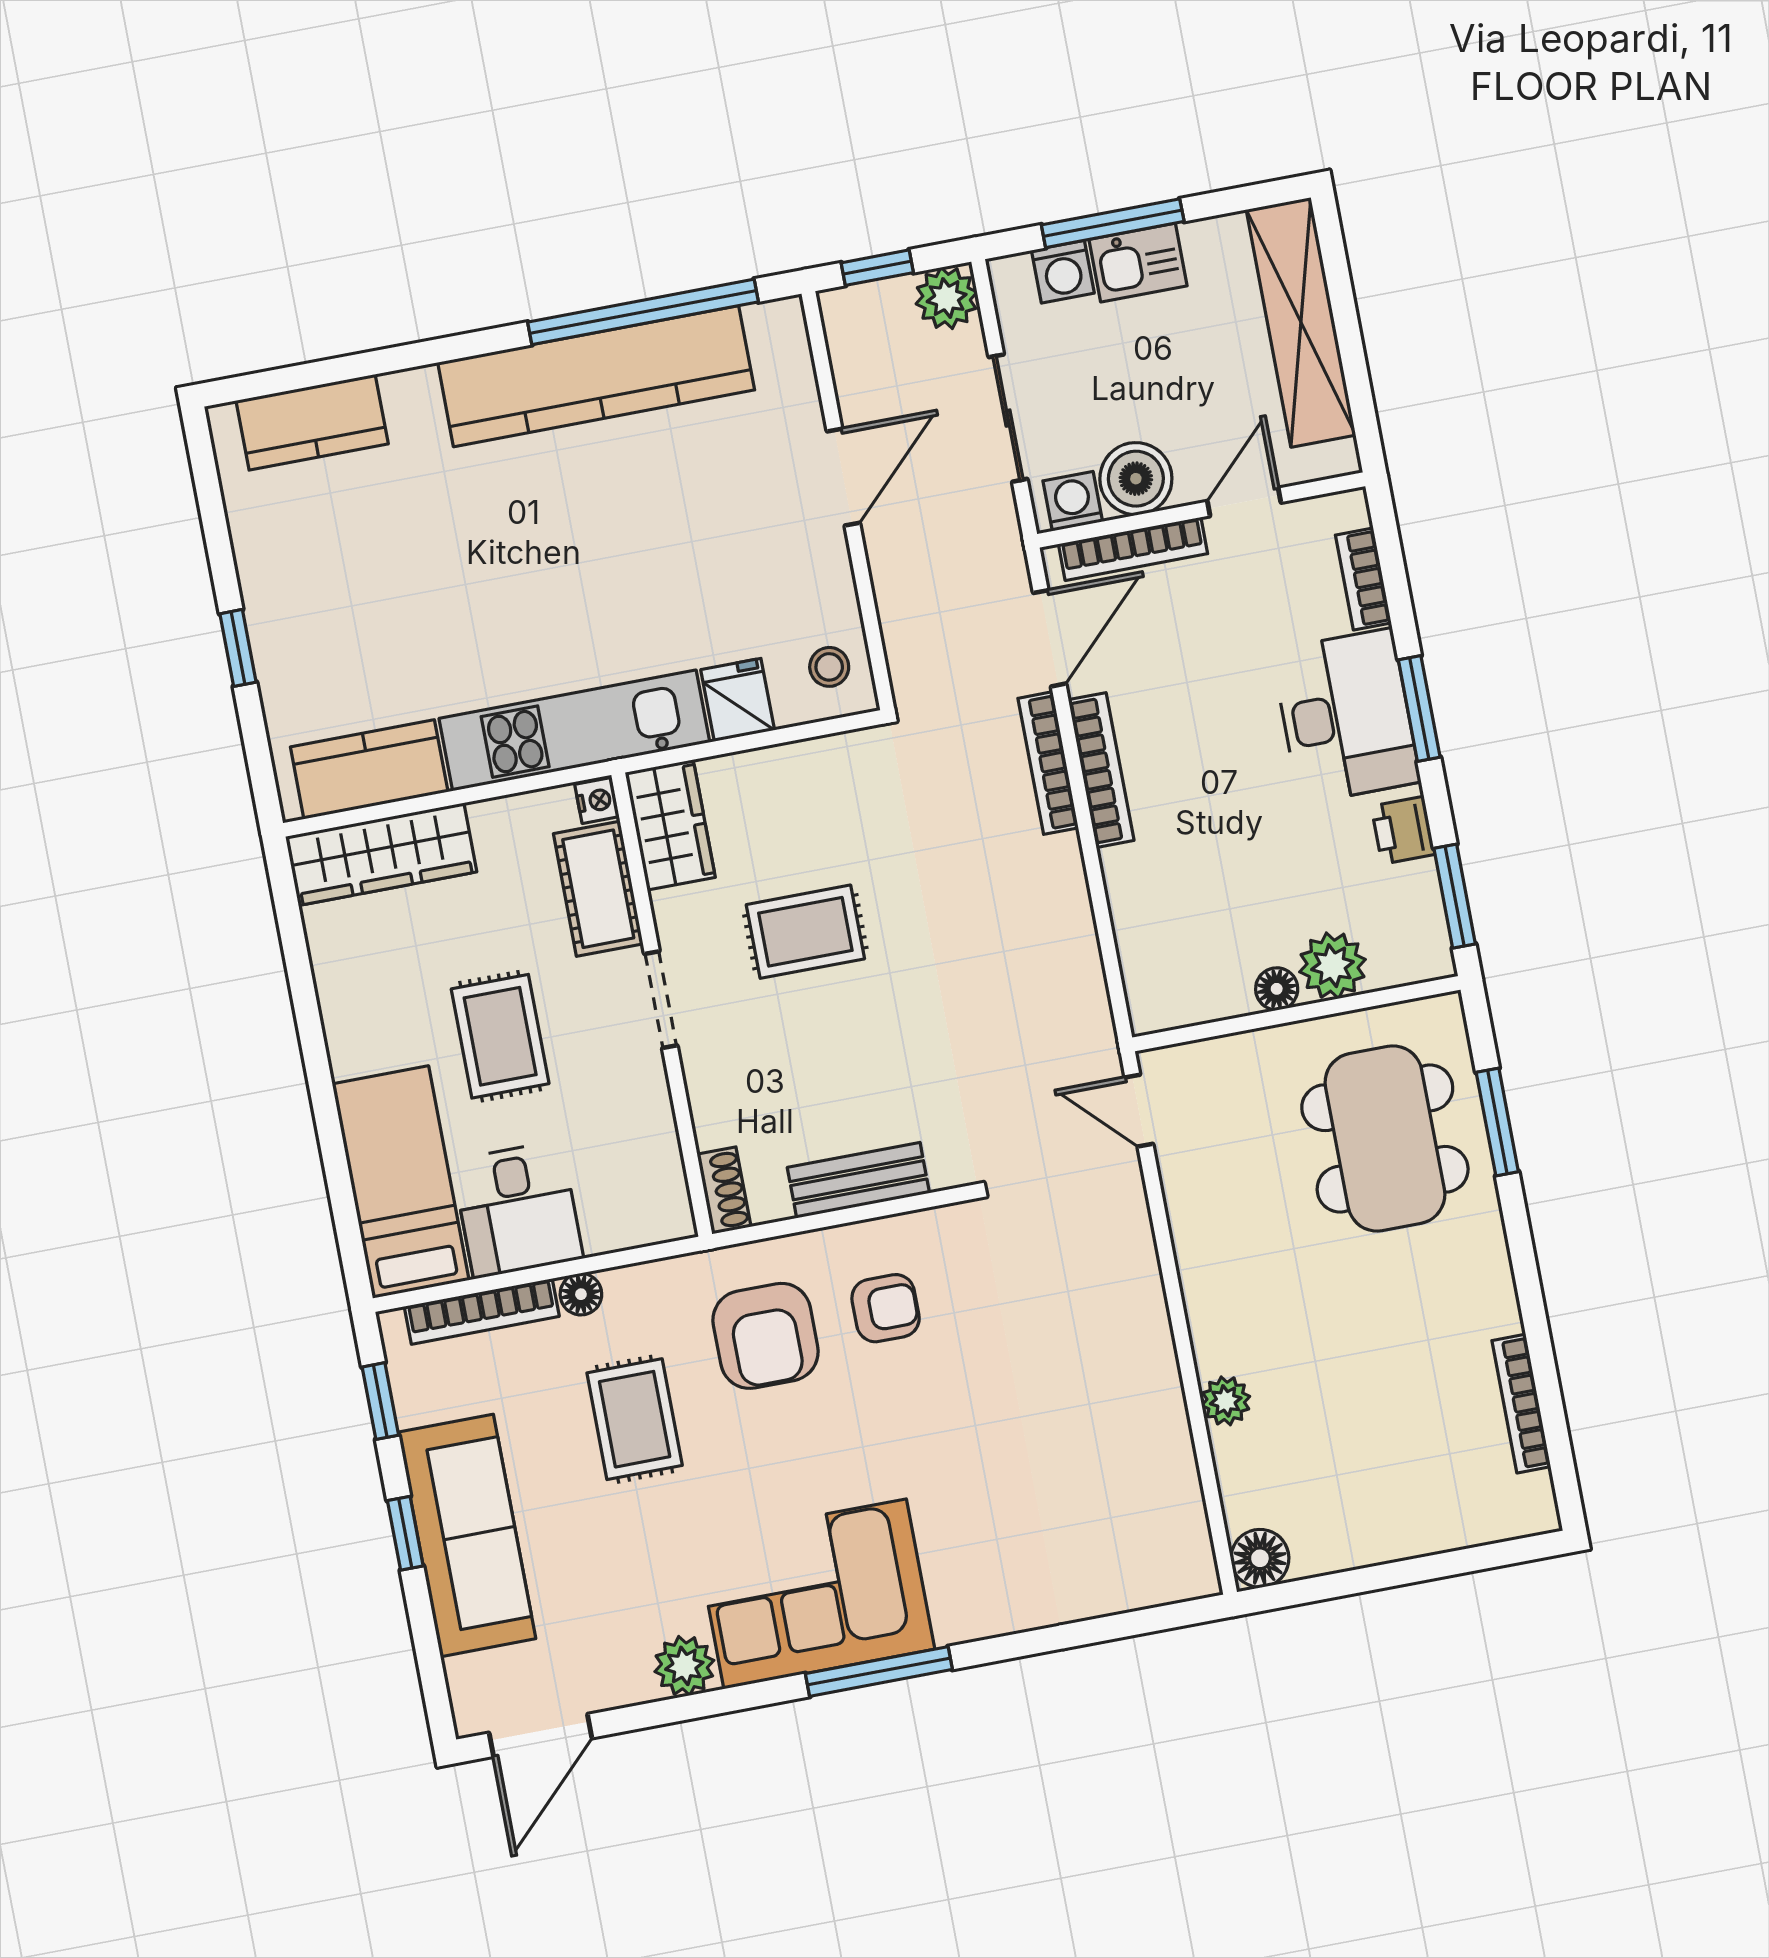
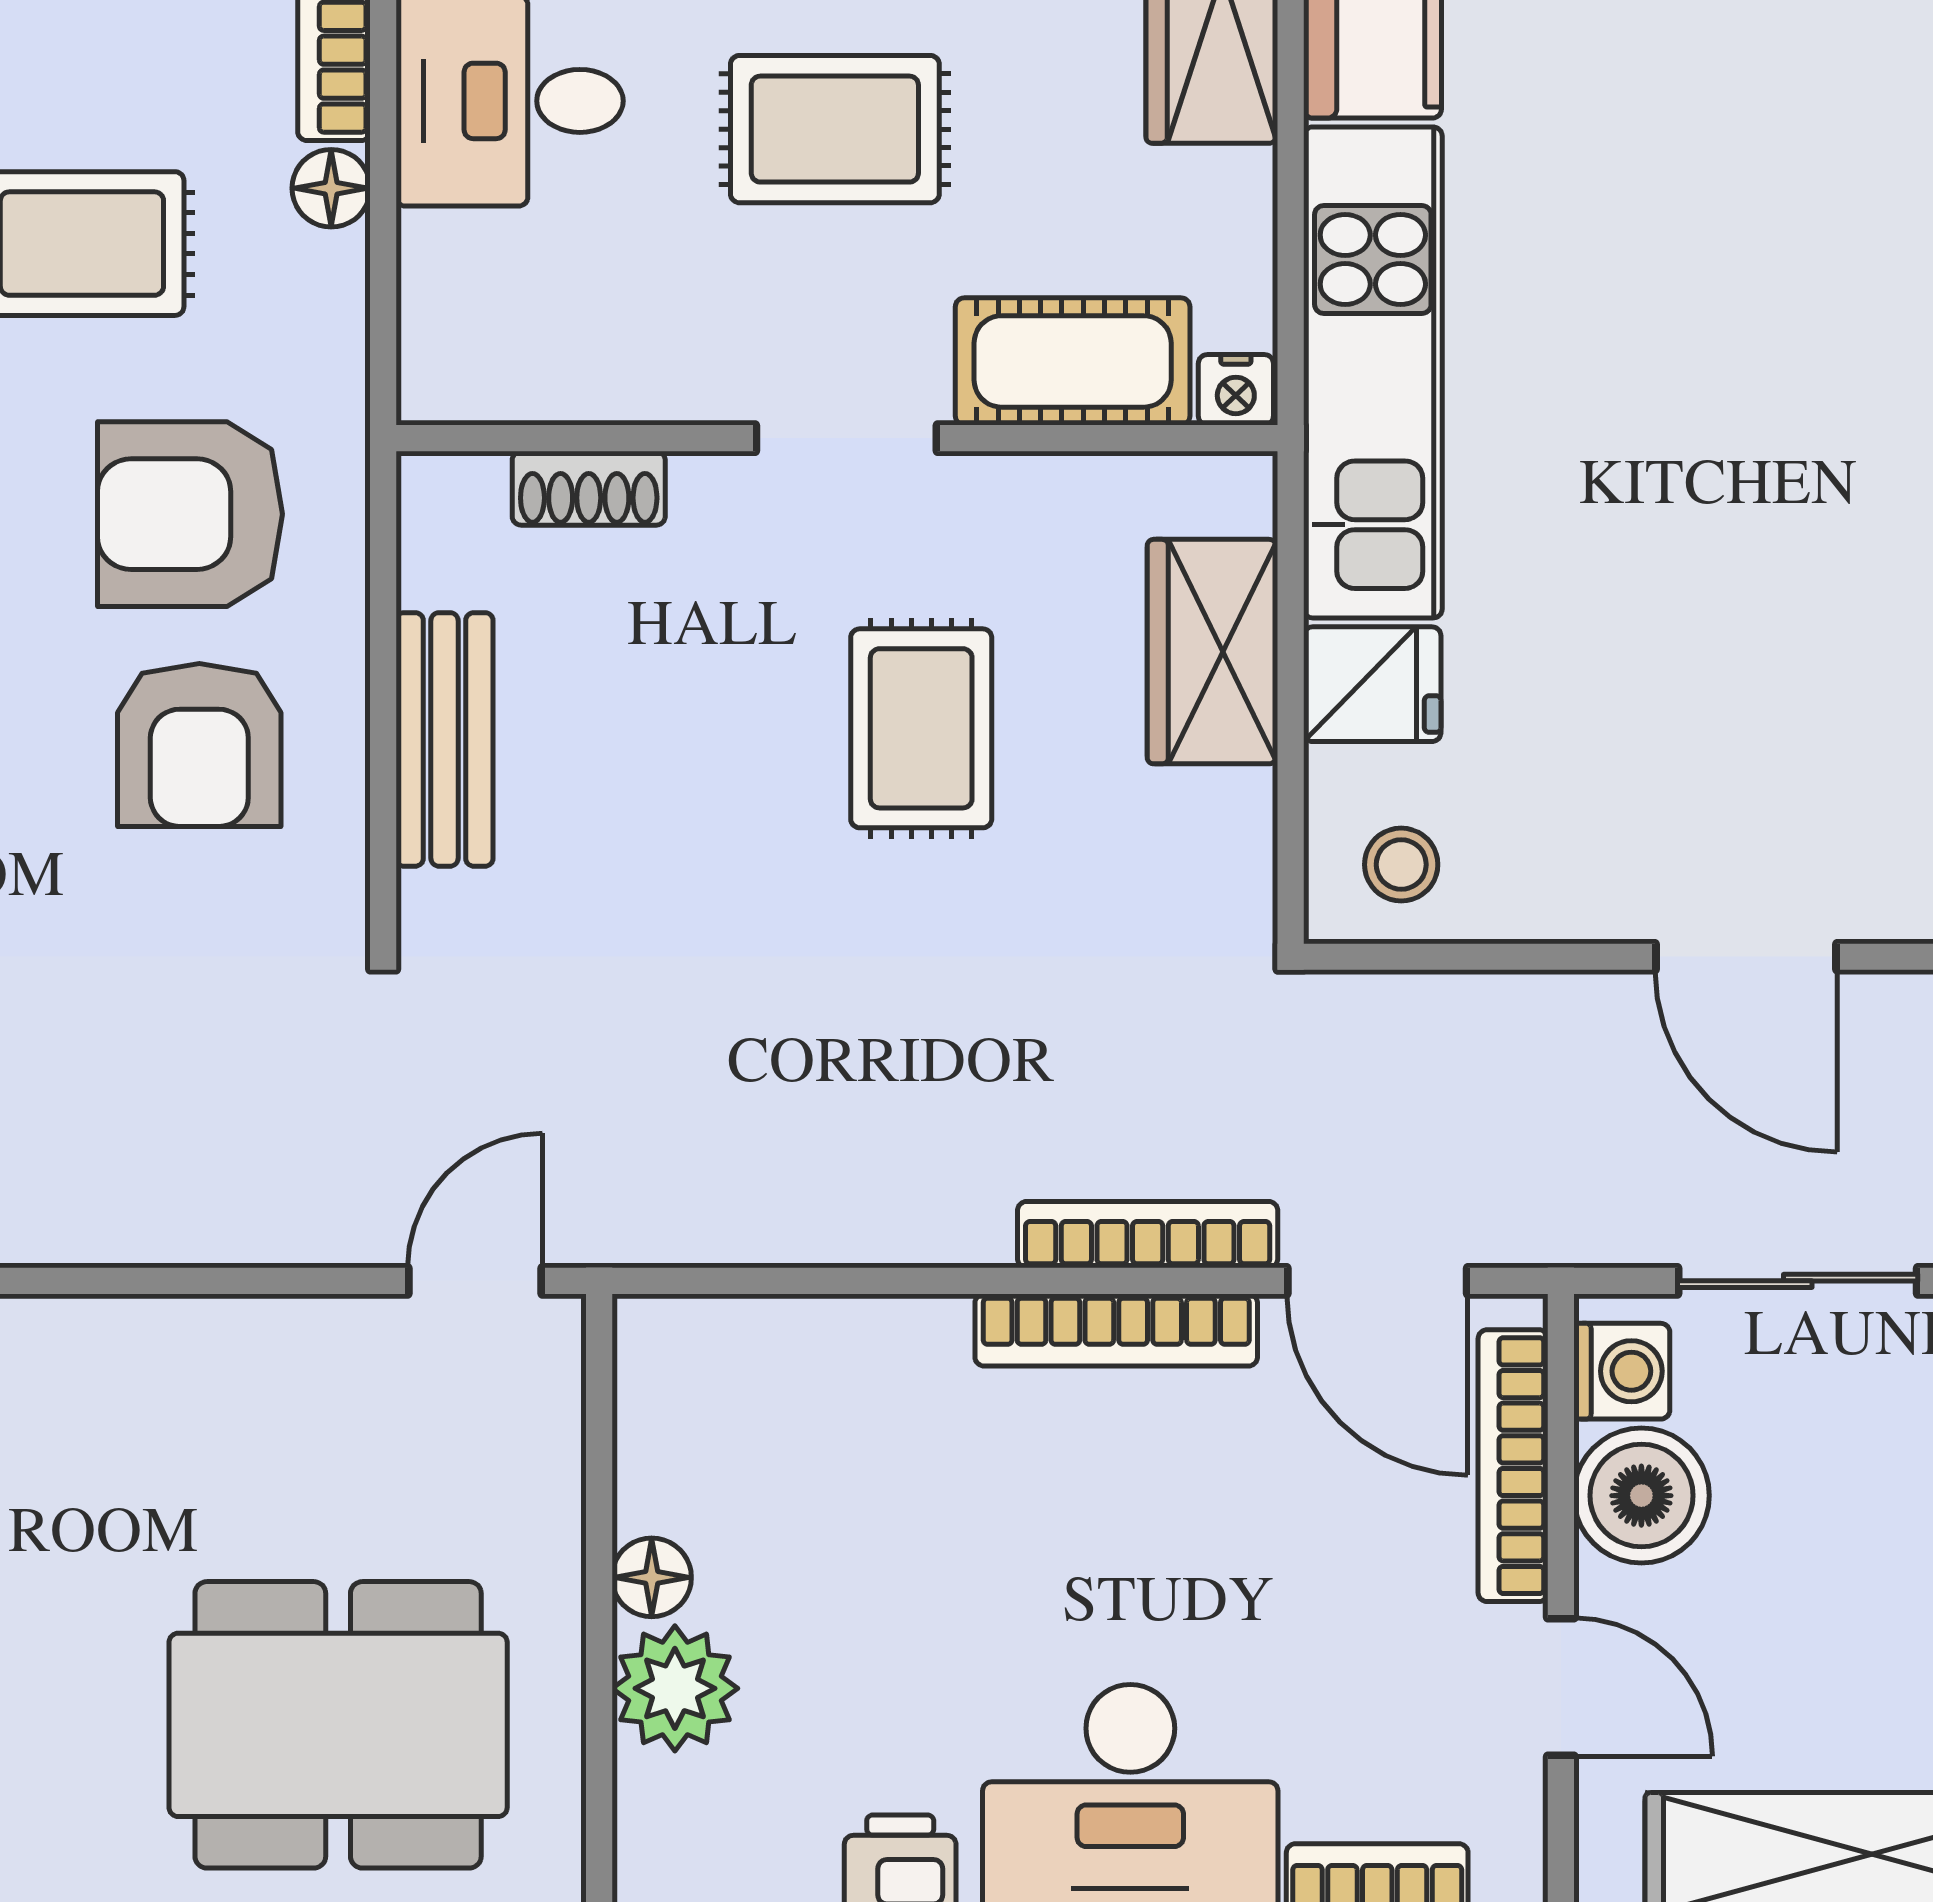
wardrobe: (670, 825) -> (1213, 652), moved, turned 90
shoe rack: (724, 1190) -> (589, 488), moved
armchair: (886, 1308) -> (199, 745), width x1.38, depth x1.38

